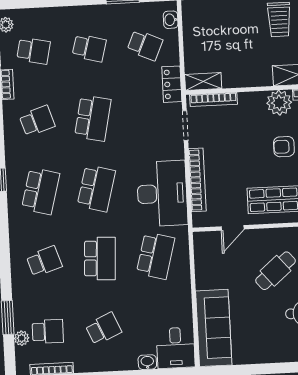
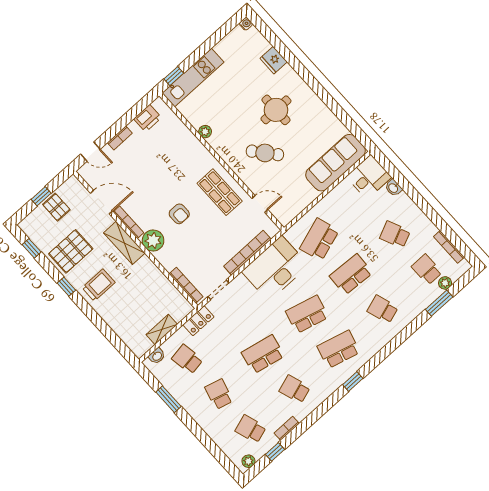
school desk: (145, 45) -> (187, 359), turned -33
school desk: (34, 51) -> (251, 429), turned -30
shelving: (203, 81) -> (162, 329), moved, turned 90
school desk: (156, 256) -> (319, 239), turned -33

